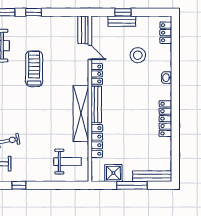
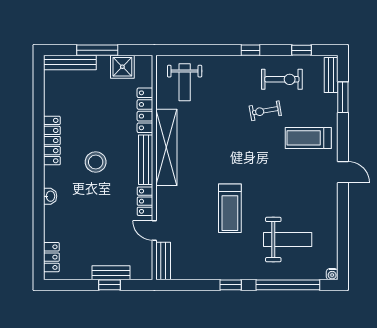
stool: (138, 55) -> (96, 162), moved
weight bench: (68, 162) -> (185, 82), turned -90

